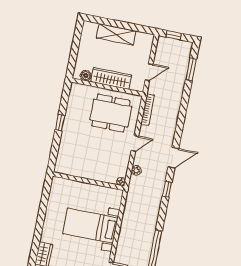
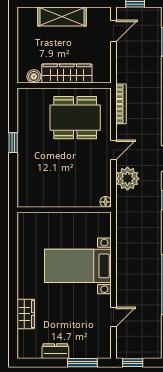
door: (149, 72) -> (113, 31), moved
plant: (136, 170) -> (127, 179), width x1.88, depth x1.88

